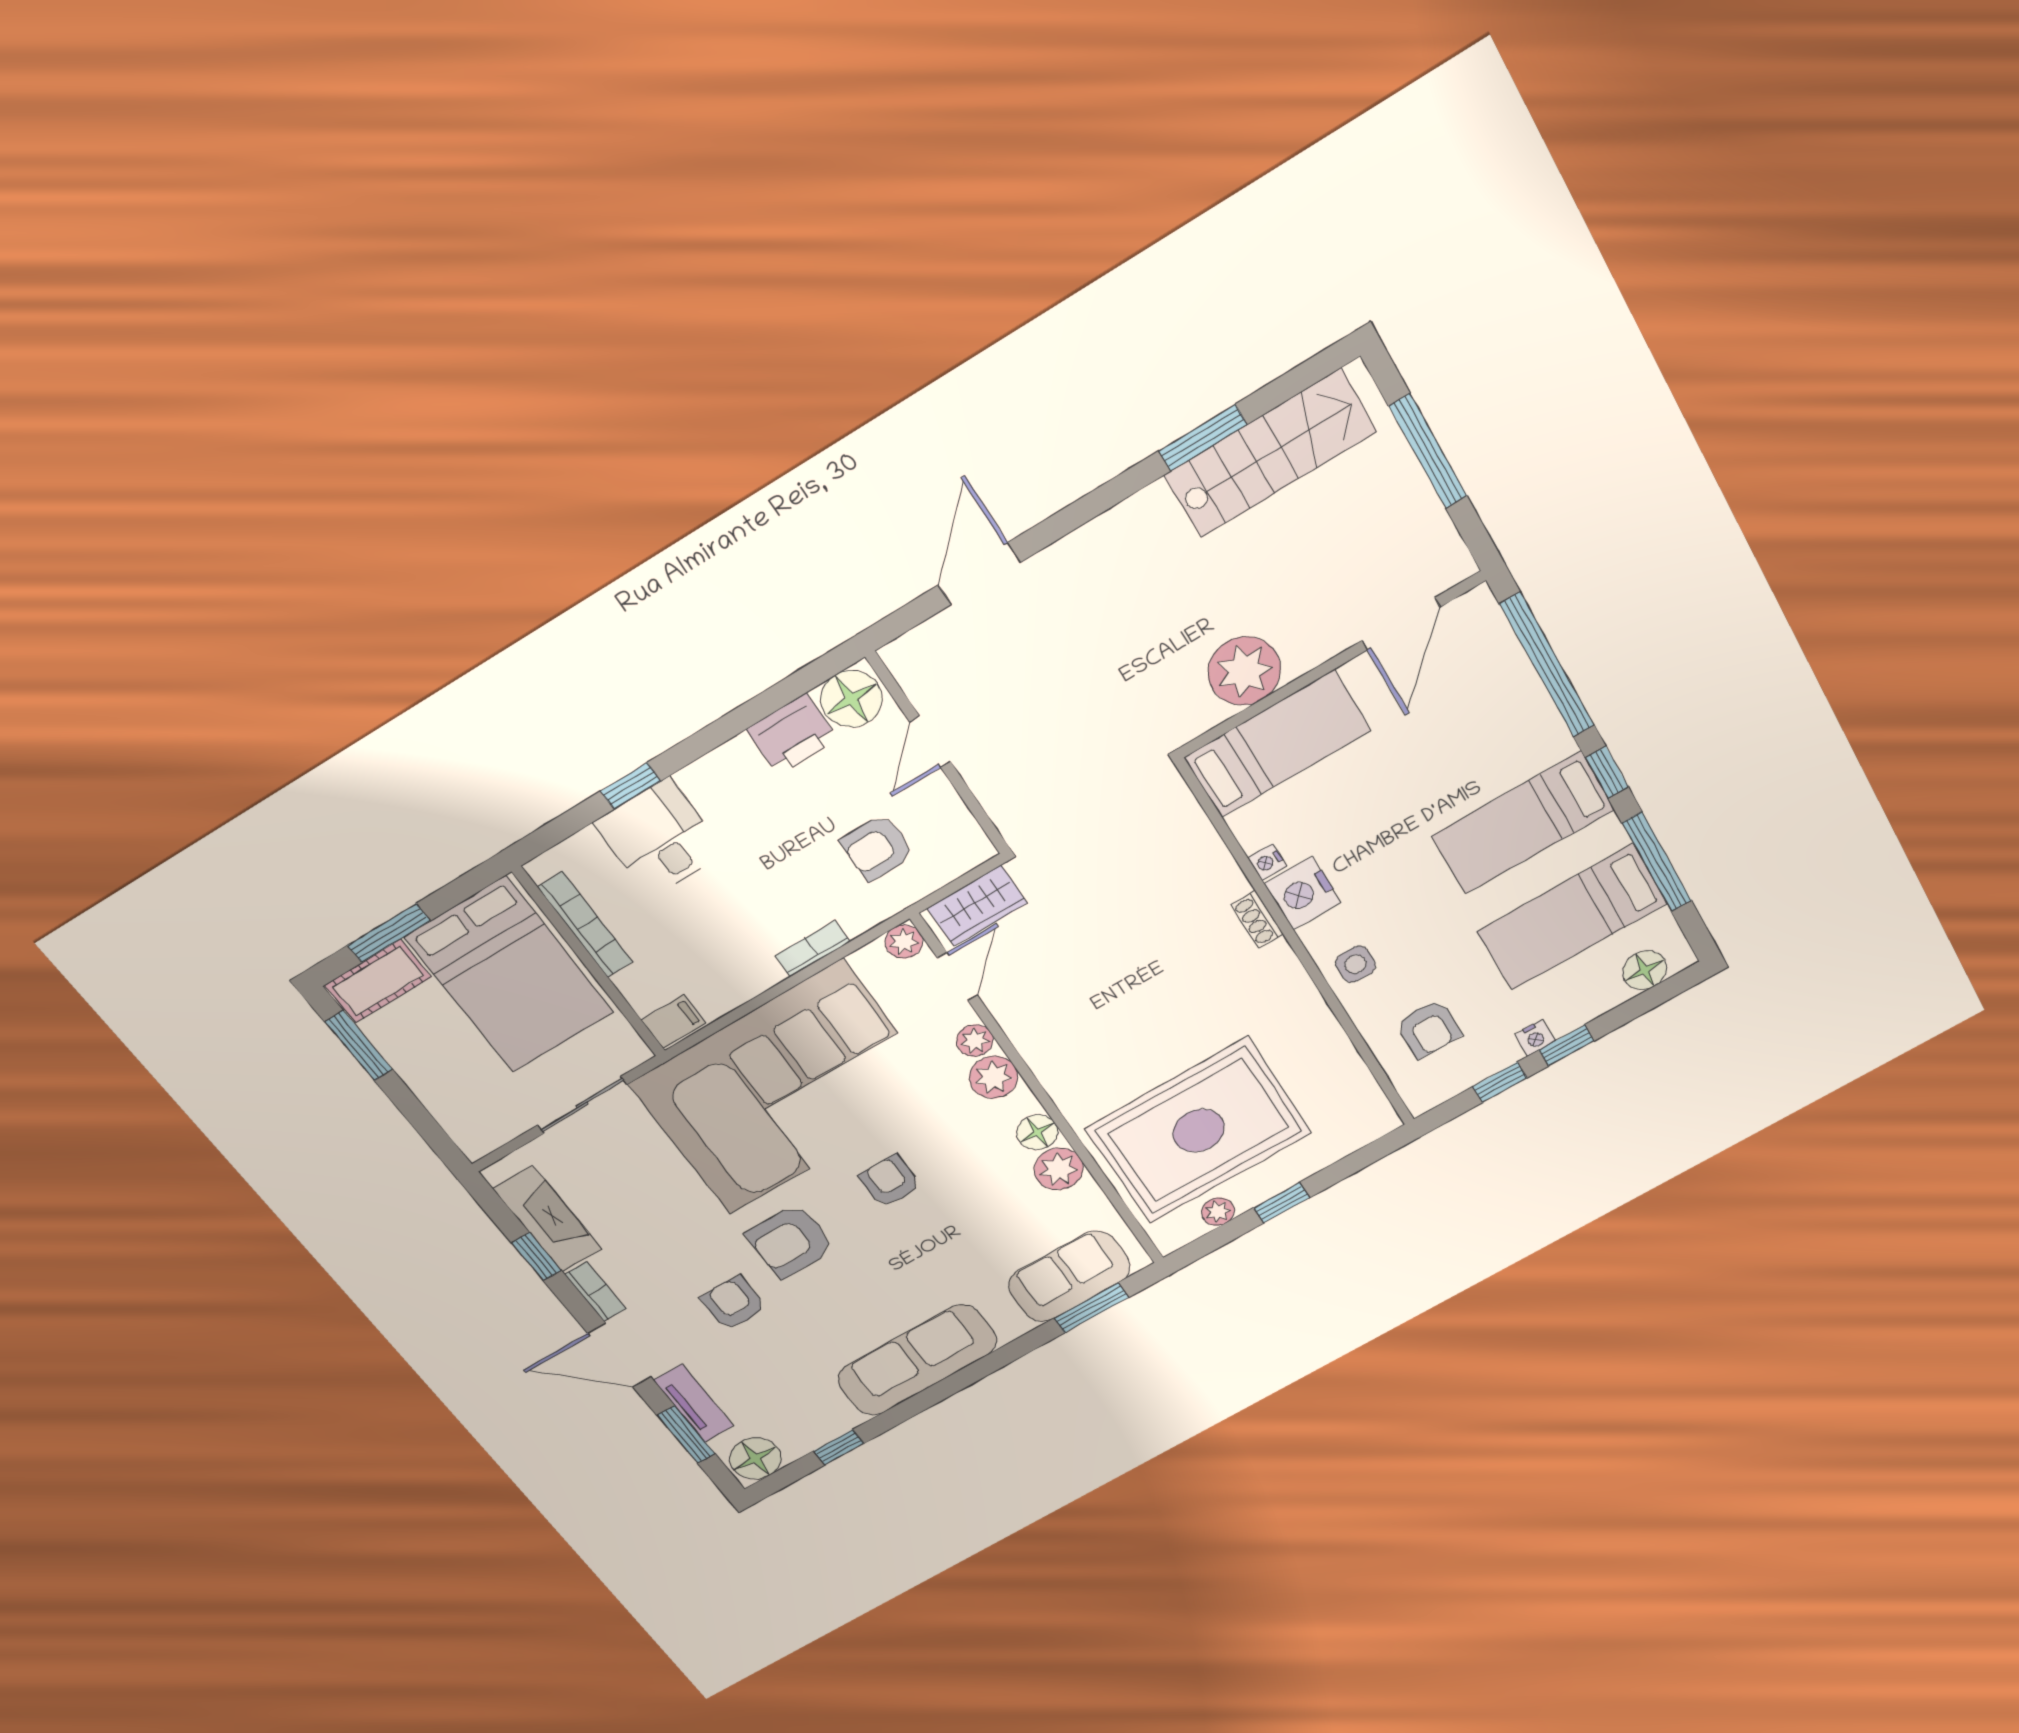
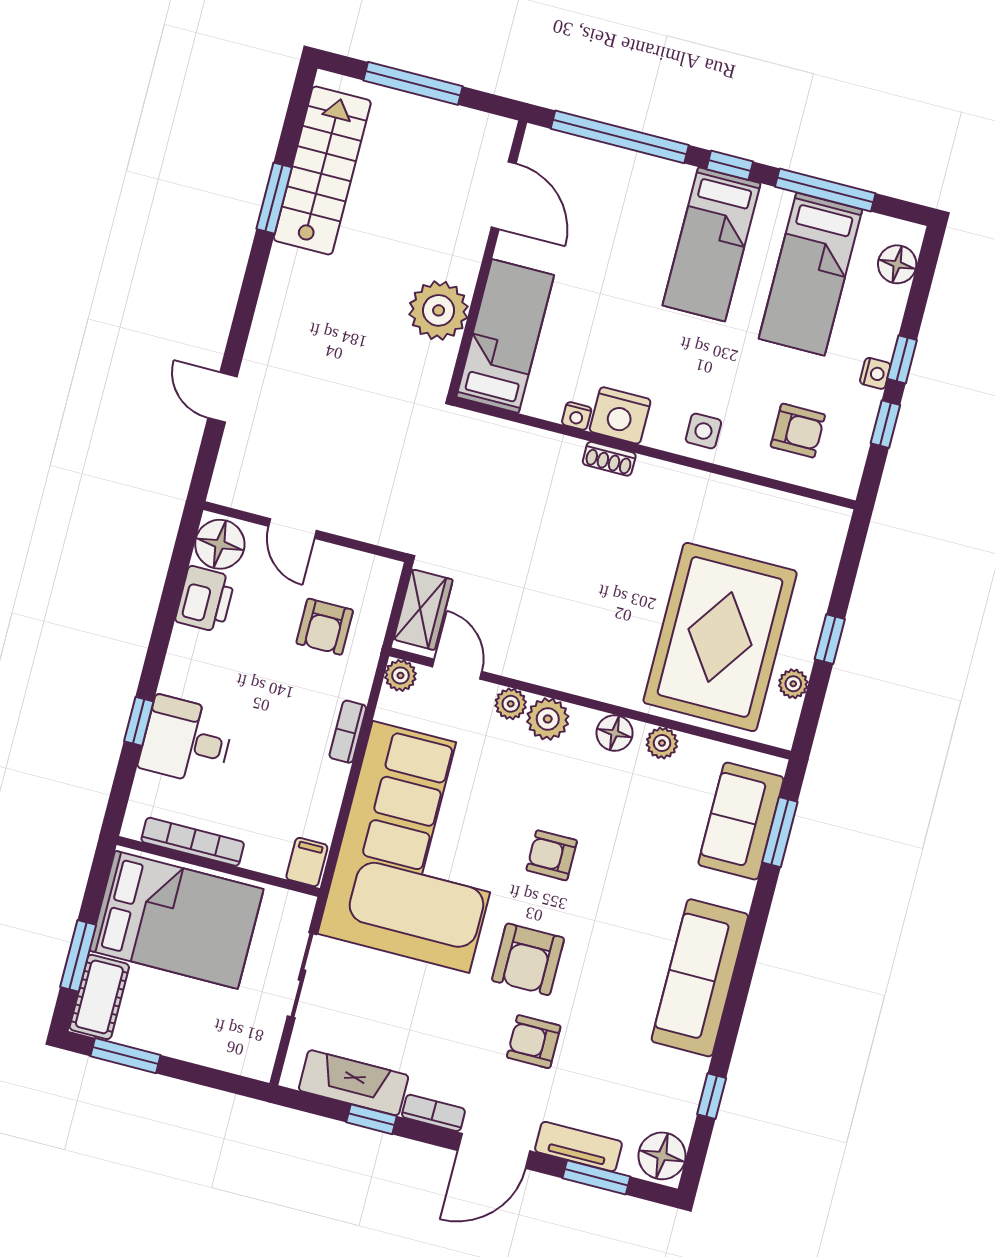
door: (979, 574) -> (223, 397), width x0.73
plant: (1059, 1169) -> (662, 743), width x0.73, depth x0.73

